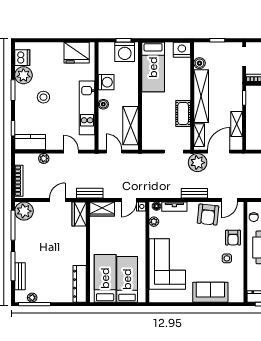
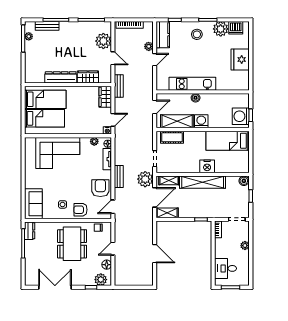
nightstand: (182, 50) -> (207, 166), moved, turned 90
fridge: (77, 53) -> (240, 59), moved
boiler: (200, 63) -> (244, 181), moved
washing machine: (106, 82) -> (201, 121), moved, turned 180
stool: (43, 97) -> (197, 34), moved
cot: (183, 113) -> (172, 137), moved
shelving: (237, 124) -> (167, 213), moved
door: (71, 152) -> (155, 60), moved
door: (219, 152) -> (155, 197), hinge flipped
door: (129, 200) -> (113, 120), swing flipped
door: (229, 200) -> (113, 207), hinge flipped
plant: (24, 211) -> (103, 41), moved
wardrobe: (79, 214) -> (88, 77), moved
armchair: (208, 215) -> (100, 188), turned 84
dresser: (80, 284) -> (61, 77), moved
sofa: (210, 292) -> (33, 204), moved

